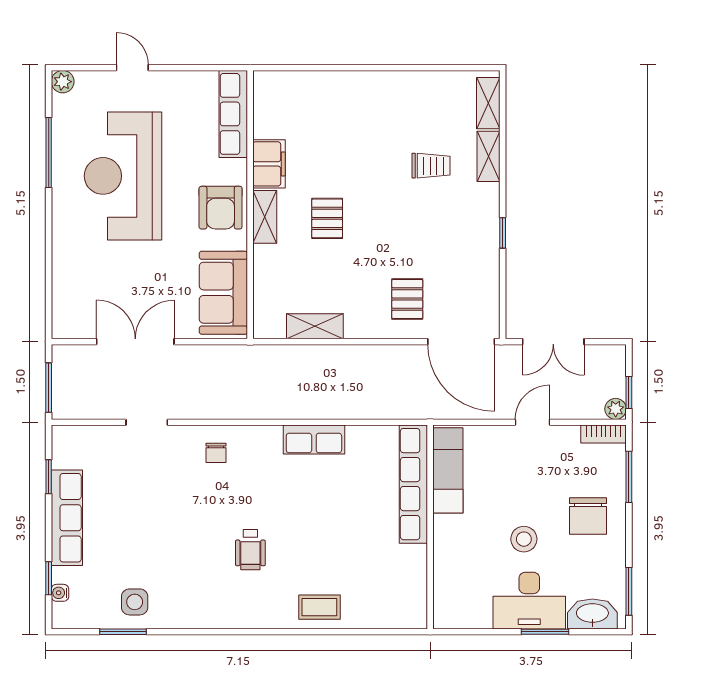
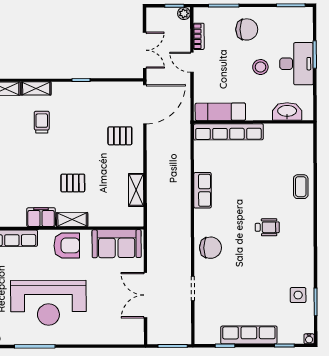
bookcase: (604, 434) -> (199, 36), moved
chair: (216, 453) -> (211, 248), width x1.87, depth x1.87
water cooler: (60, 593) -> (309, 339), moved
washbasin: (592, 614) -> (287, 111), moved, turned 90

